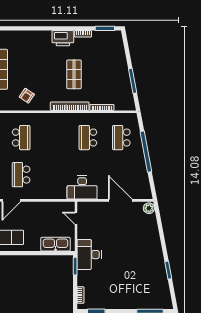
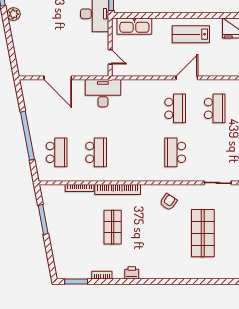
printer: (63, 38) -> (132, 273), width x0.53, depth x0.68
plant: (149, 208) -> (14, 14), moved

